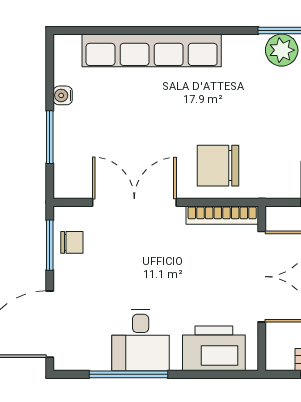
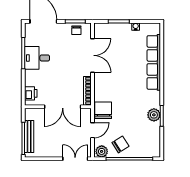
chair: (218, 166) -> (103, 110), moved
printer: (214, 348) -> (31, 93), width x0.53, depth x0.68

